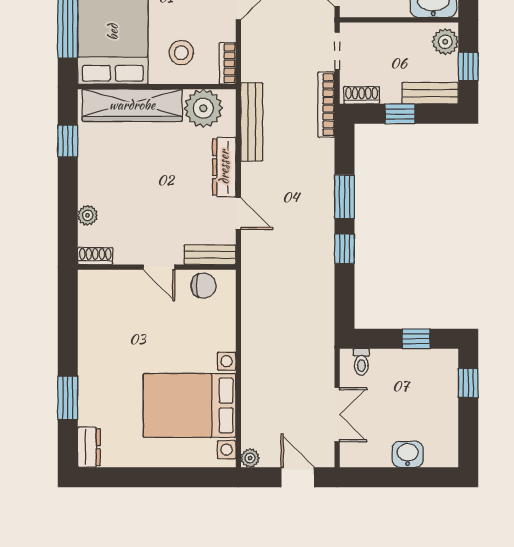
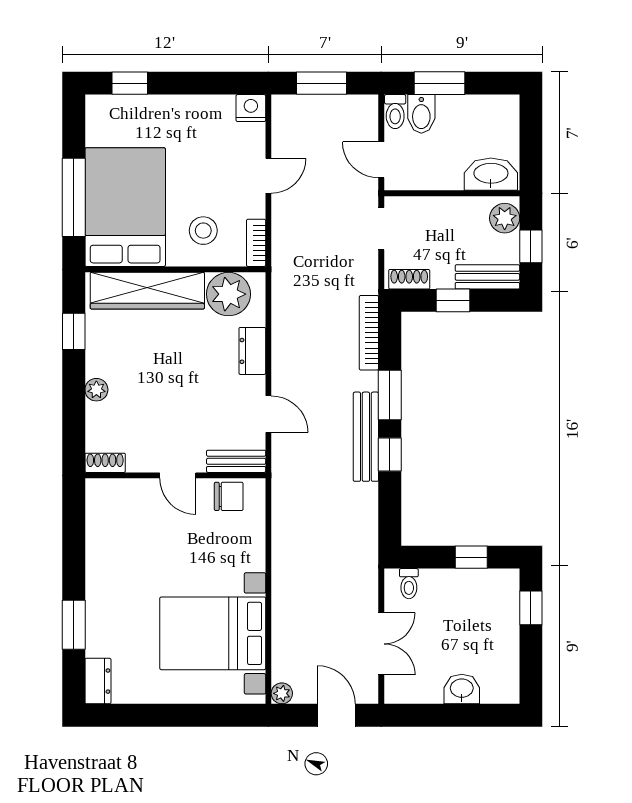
bookcase: (326, 105) -> (369, 333), moved
bench: (252, 122) -> (366, 437), moved
dresser: (224, 167) -> (252, 351), width x0.70
plant: (88, 215) -> (96, 390), moved

